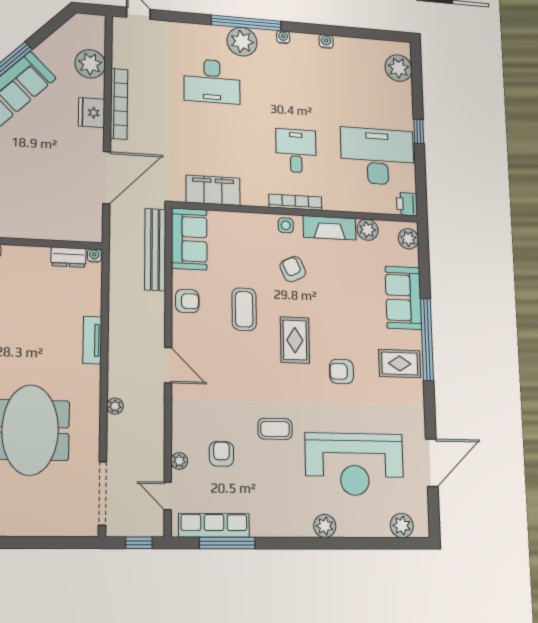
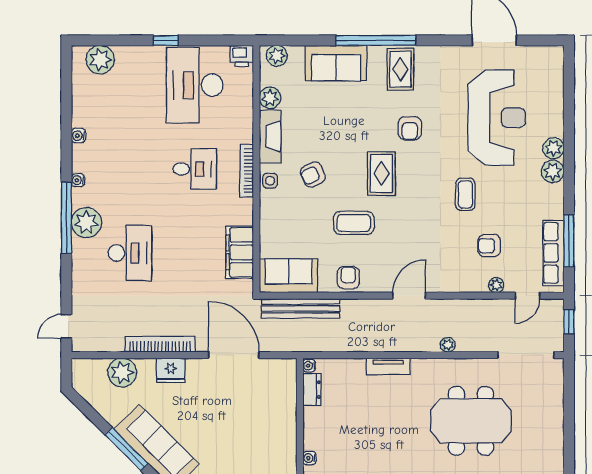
desk: (296, 151) -> (195, 169), turned 180
rug: (295, 340) -> (381, 174), turned 90
plant: (402, 526) -> (553, 171), moved

